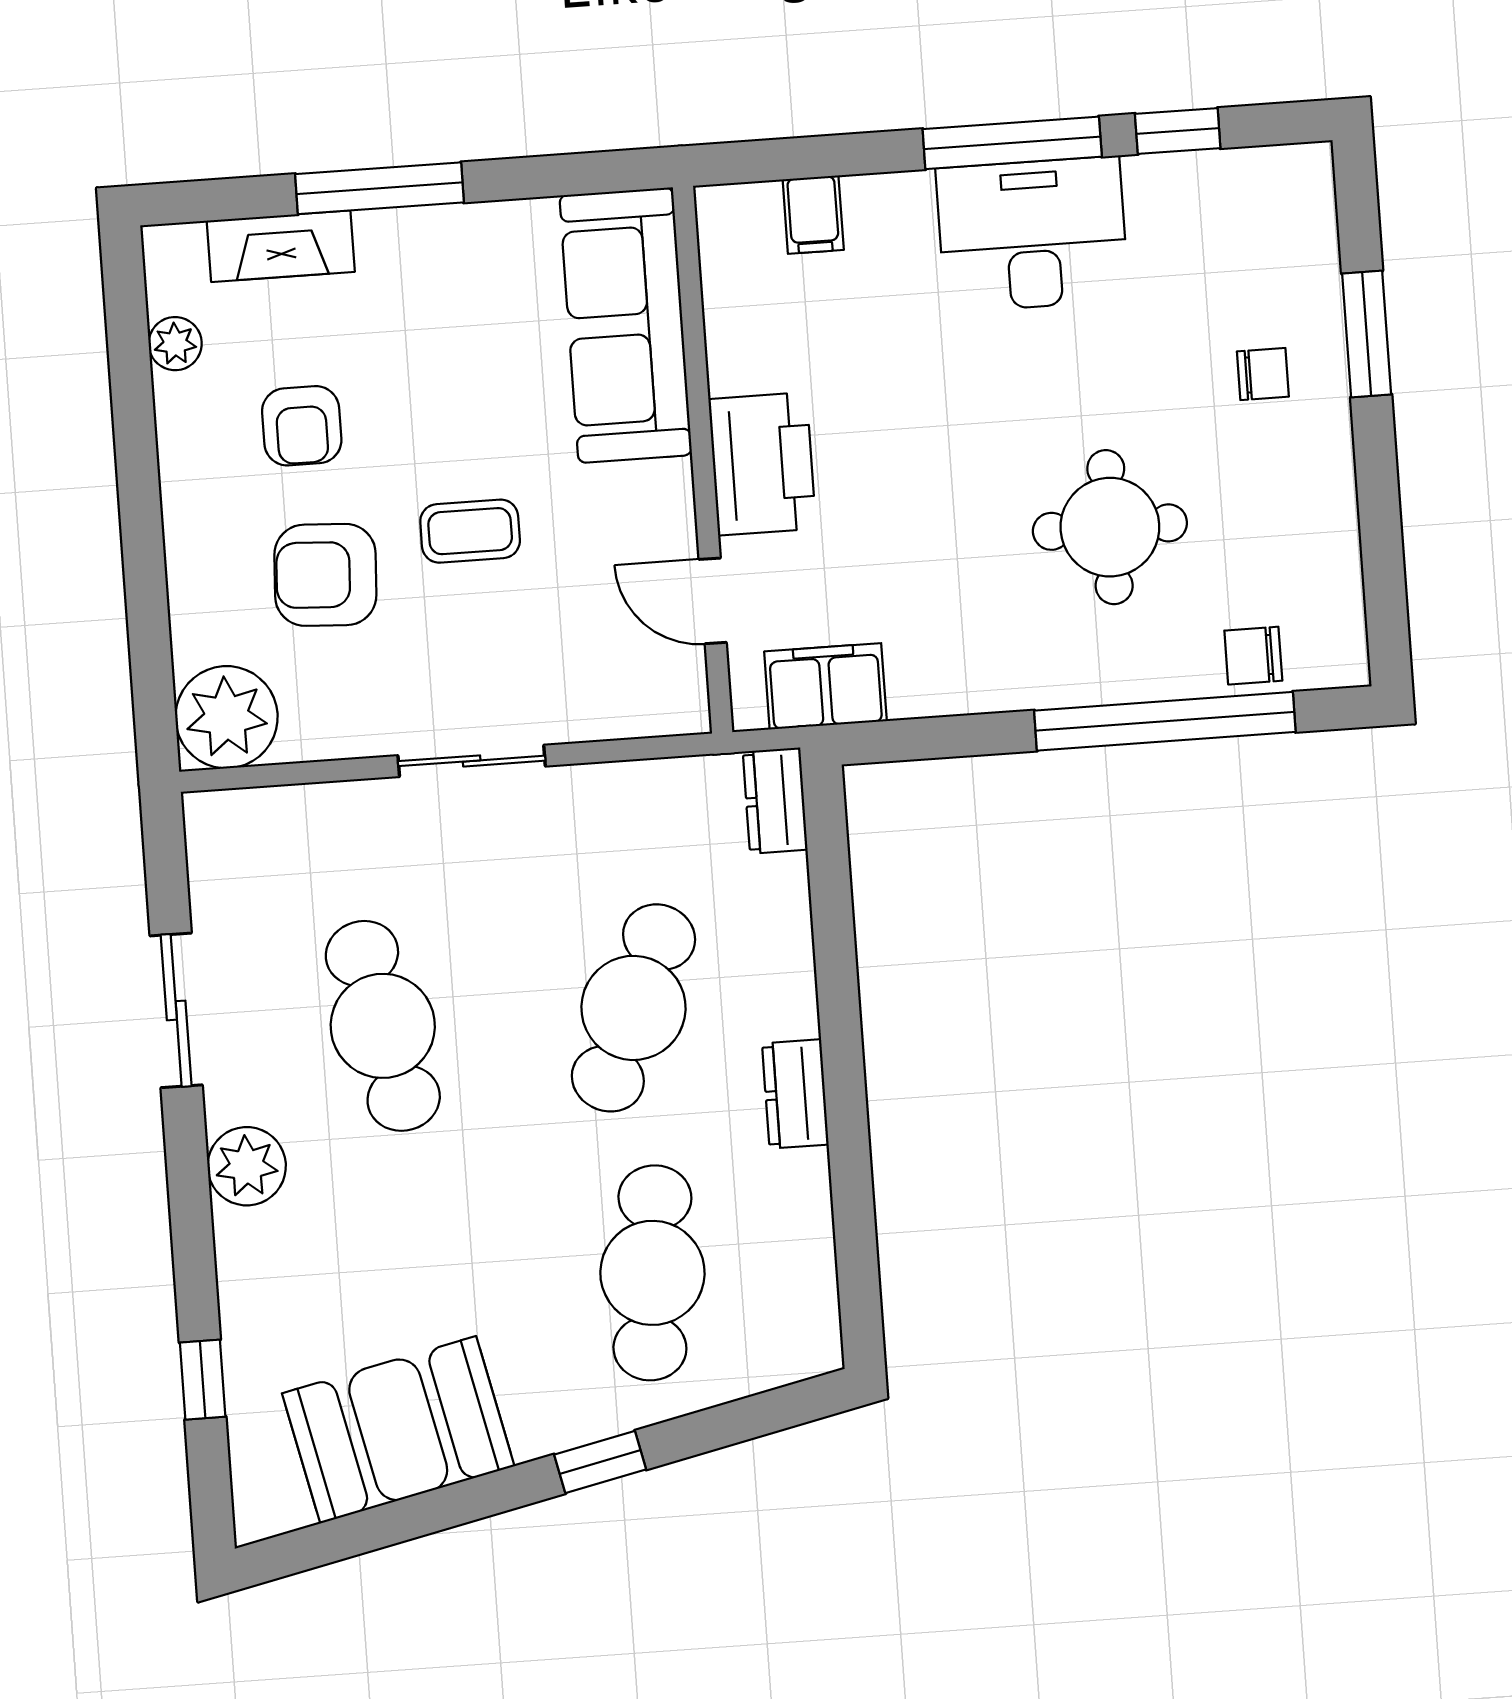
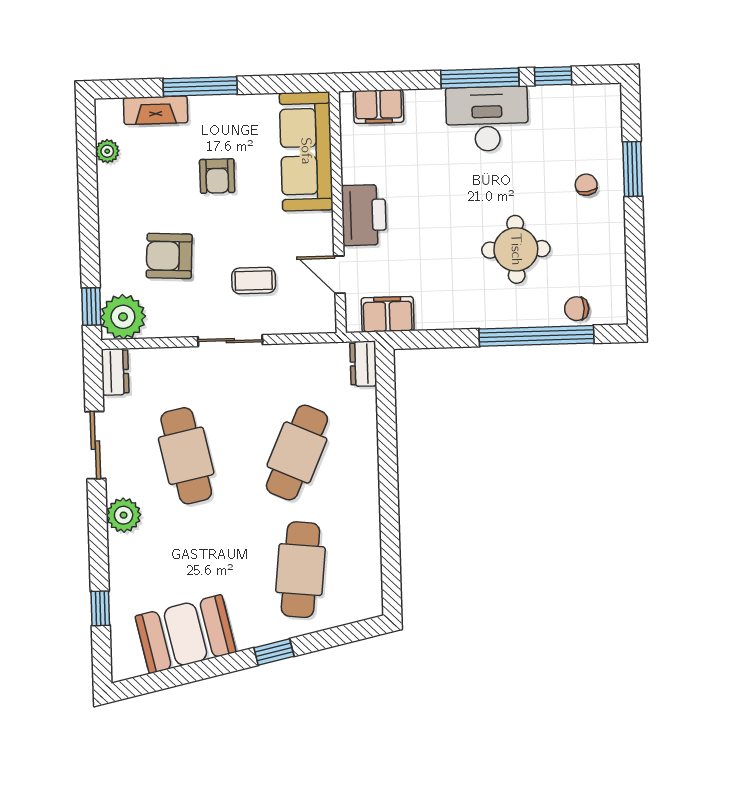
filing cabinet: (813, 215) -> (379, 107), width x2.00
chair: (1263, 374) -> (586, 185), turned -96
armchair: (302, 426) -> (217, 176), moved
coffee table: (470, 531) -> (254, 281), moved
window: (154, 697) -> (91, 307), added
dresser: (795, 1094) -> (115, 372), moved, turned 180

